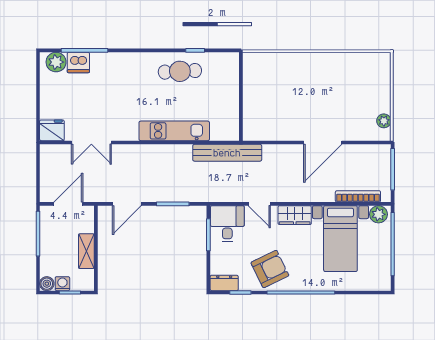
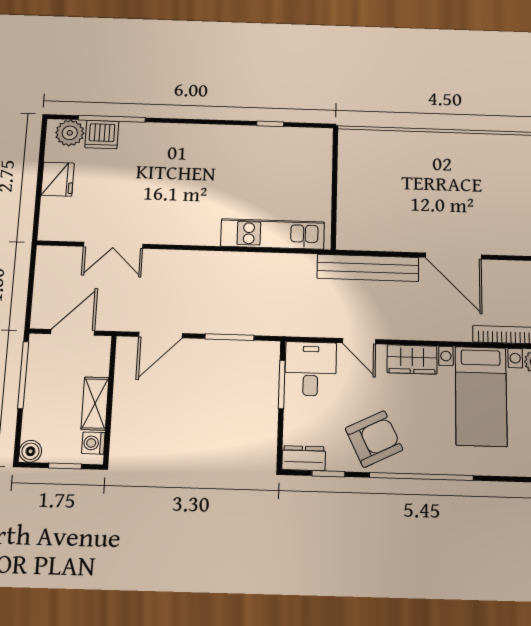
cafe table: (180, 71) -> (247, 151), removed
fridge: (52, 130) -> (58, 179), moved, turned 90
kitchen unit: (174, 131) -> (273, 234), moved
door: (323, 142) -> (453, 256), hinge flipped
bench: (227, 153) -> (368, 268), moved
washing machine: (62, 284) -> (93, 443), moved, turned -90

